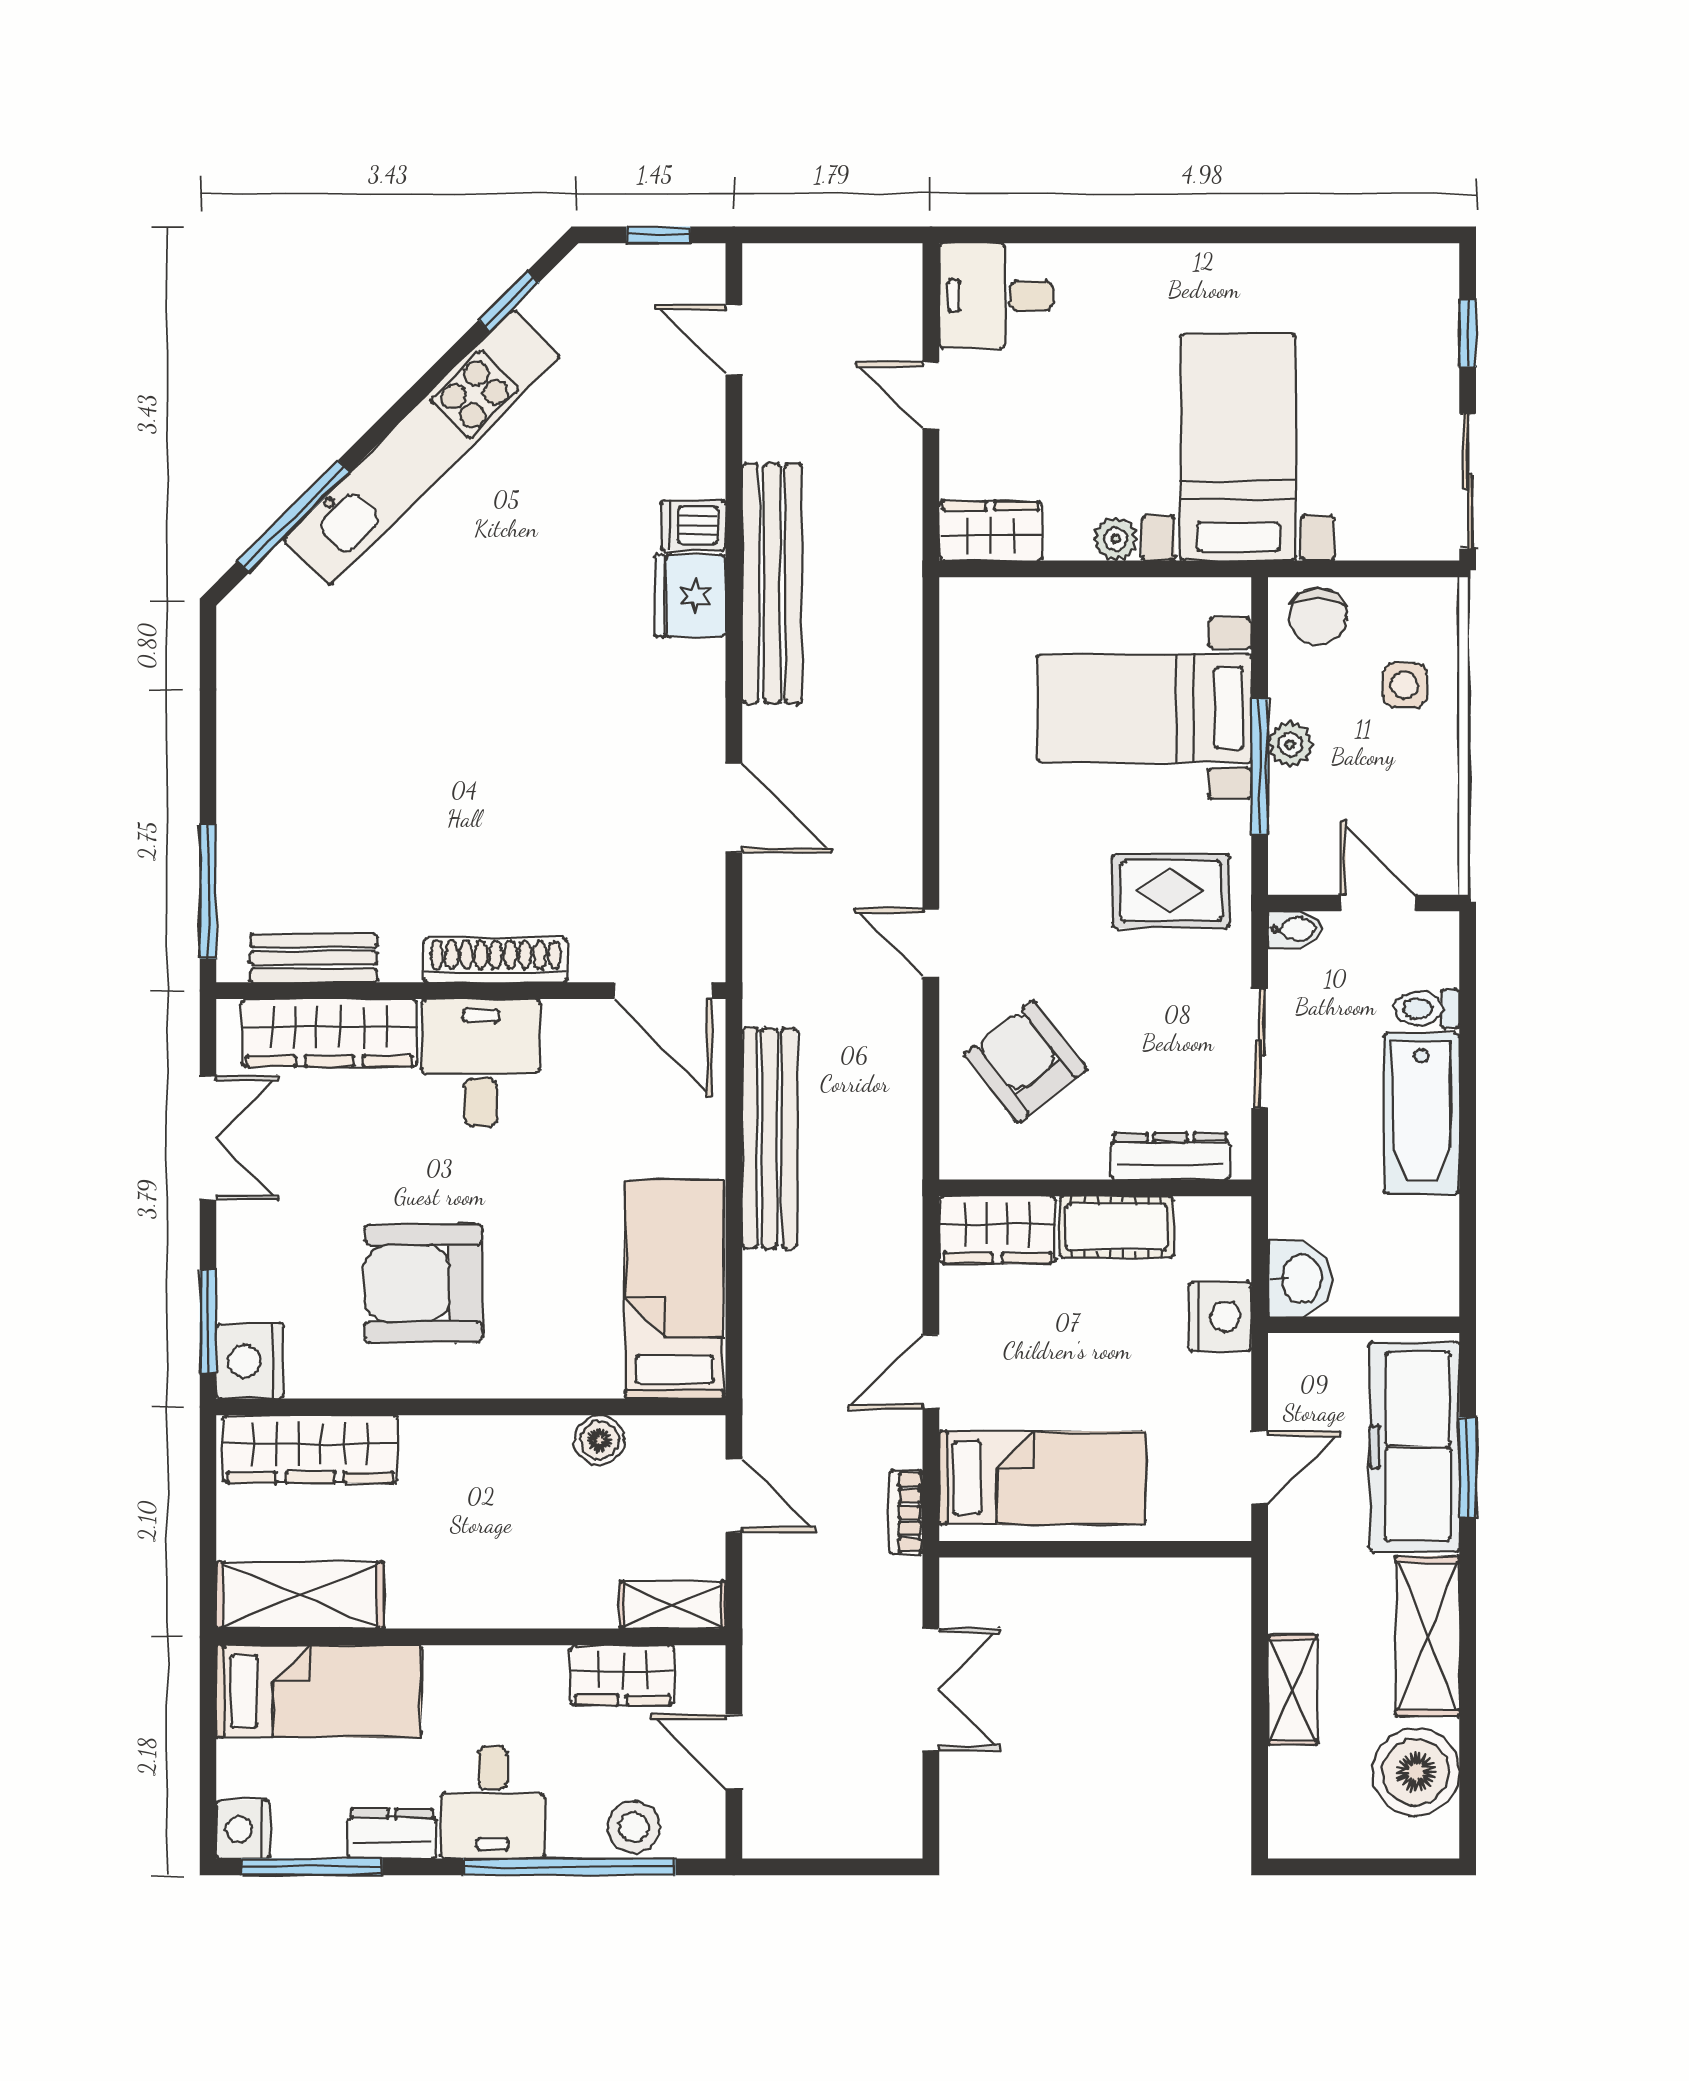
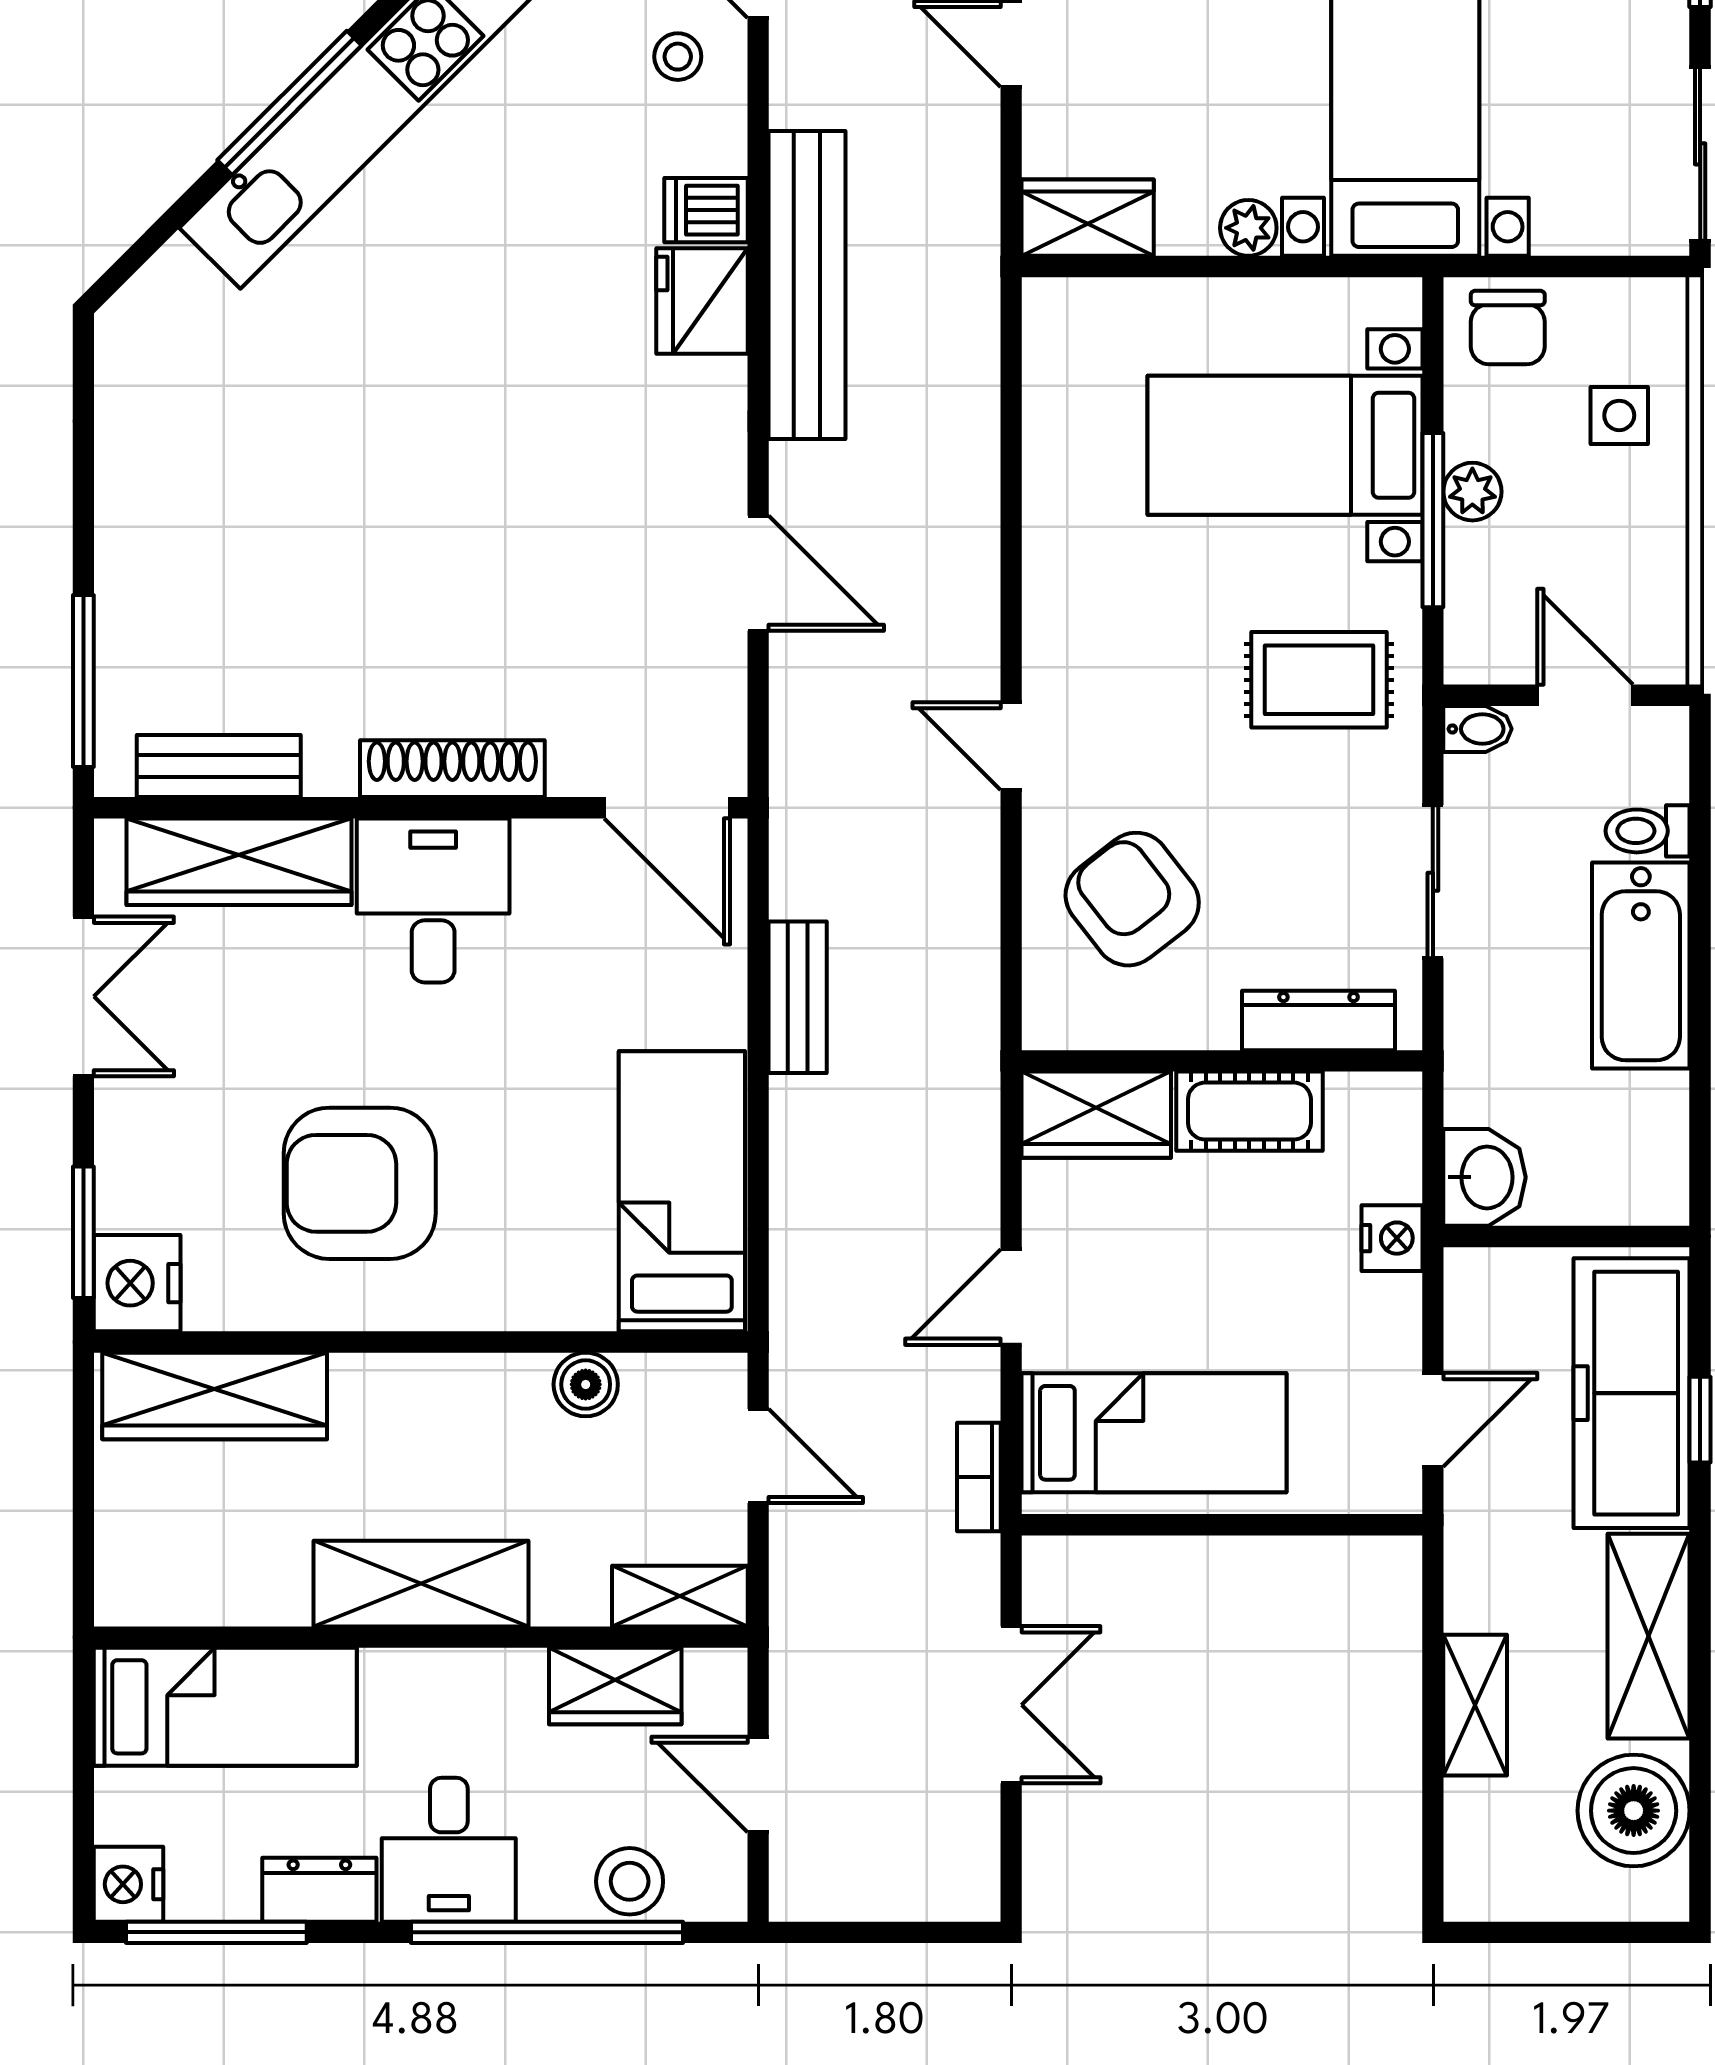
stool: (671, 405) -> (678, 57), added
window: (294, 516) -> (289, 103), moved
bench: (769, 1138) -> (798, 997), width x0.54, depth x0.82
nightstand: (1220, 1317) -> (1392, 1238), width x0.74, depth x0.75
window: (1468, 1467) -> (1700, 1420), width x0.67
shelving: (300, 1595) -> (421, 1584), moved

